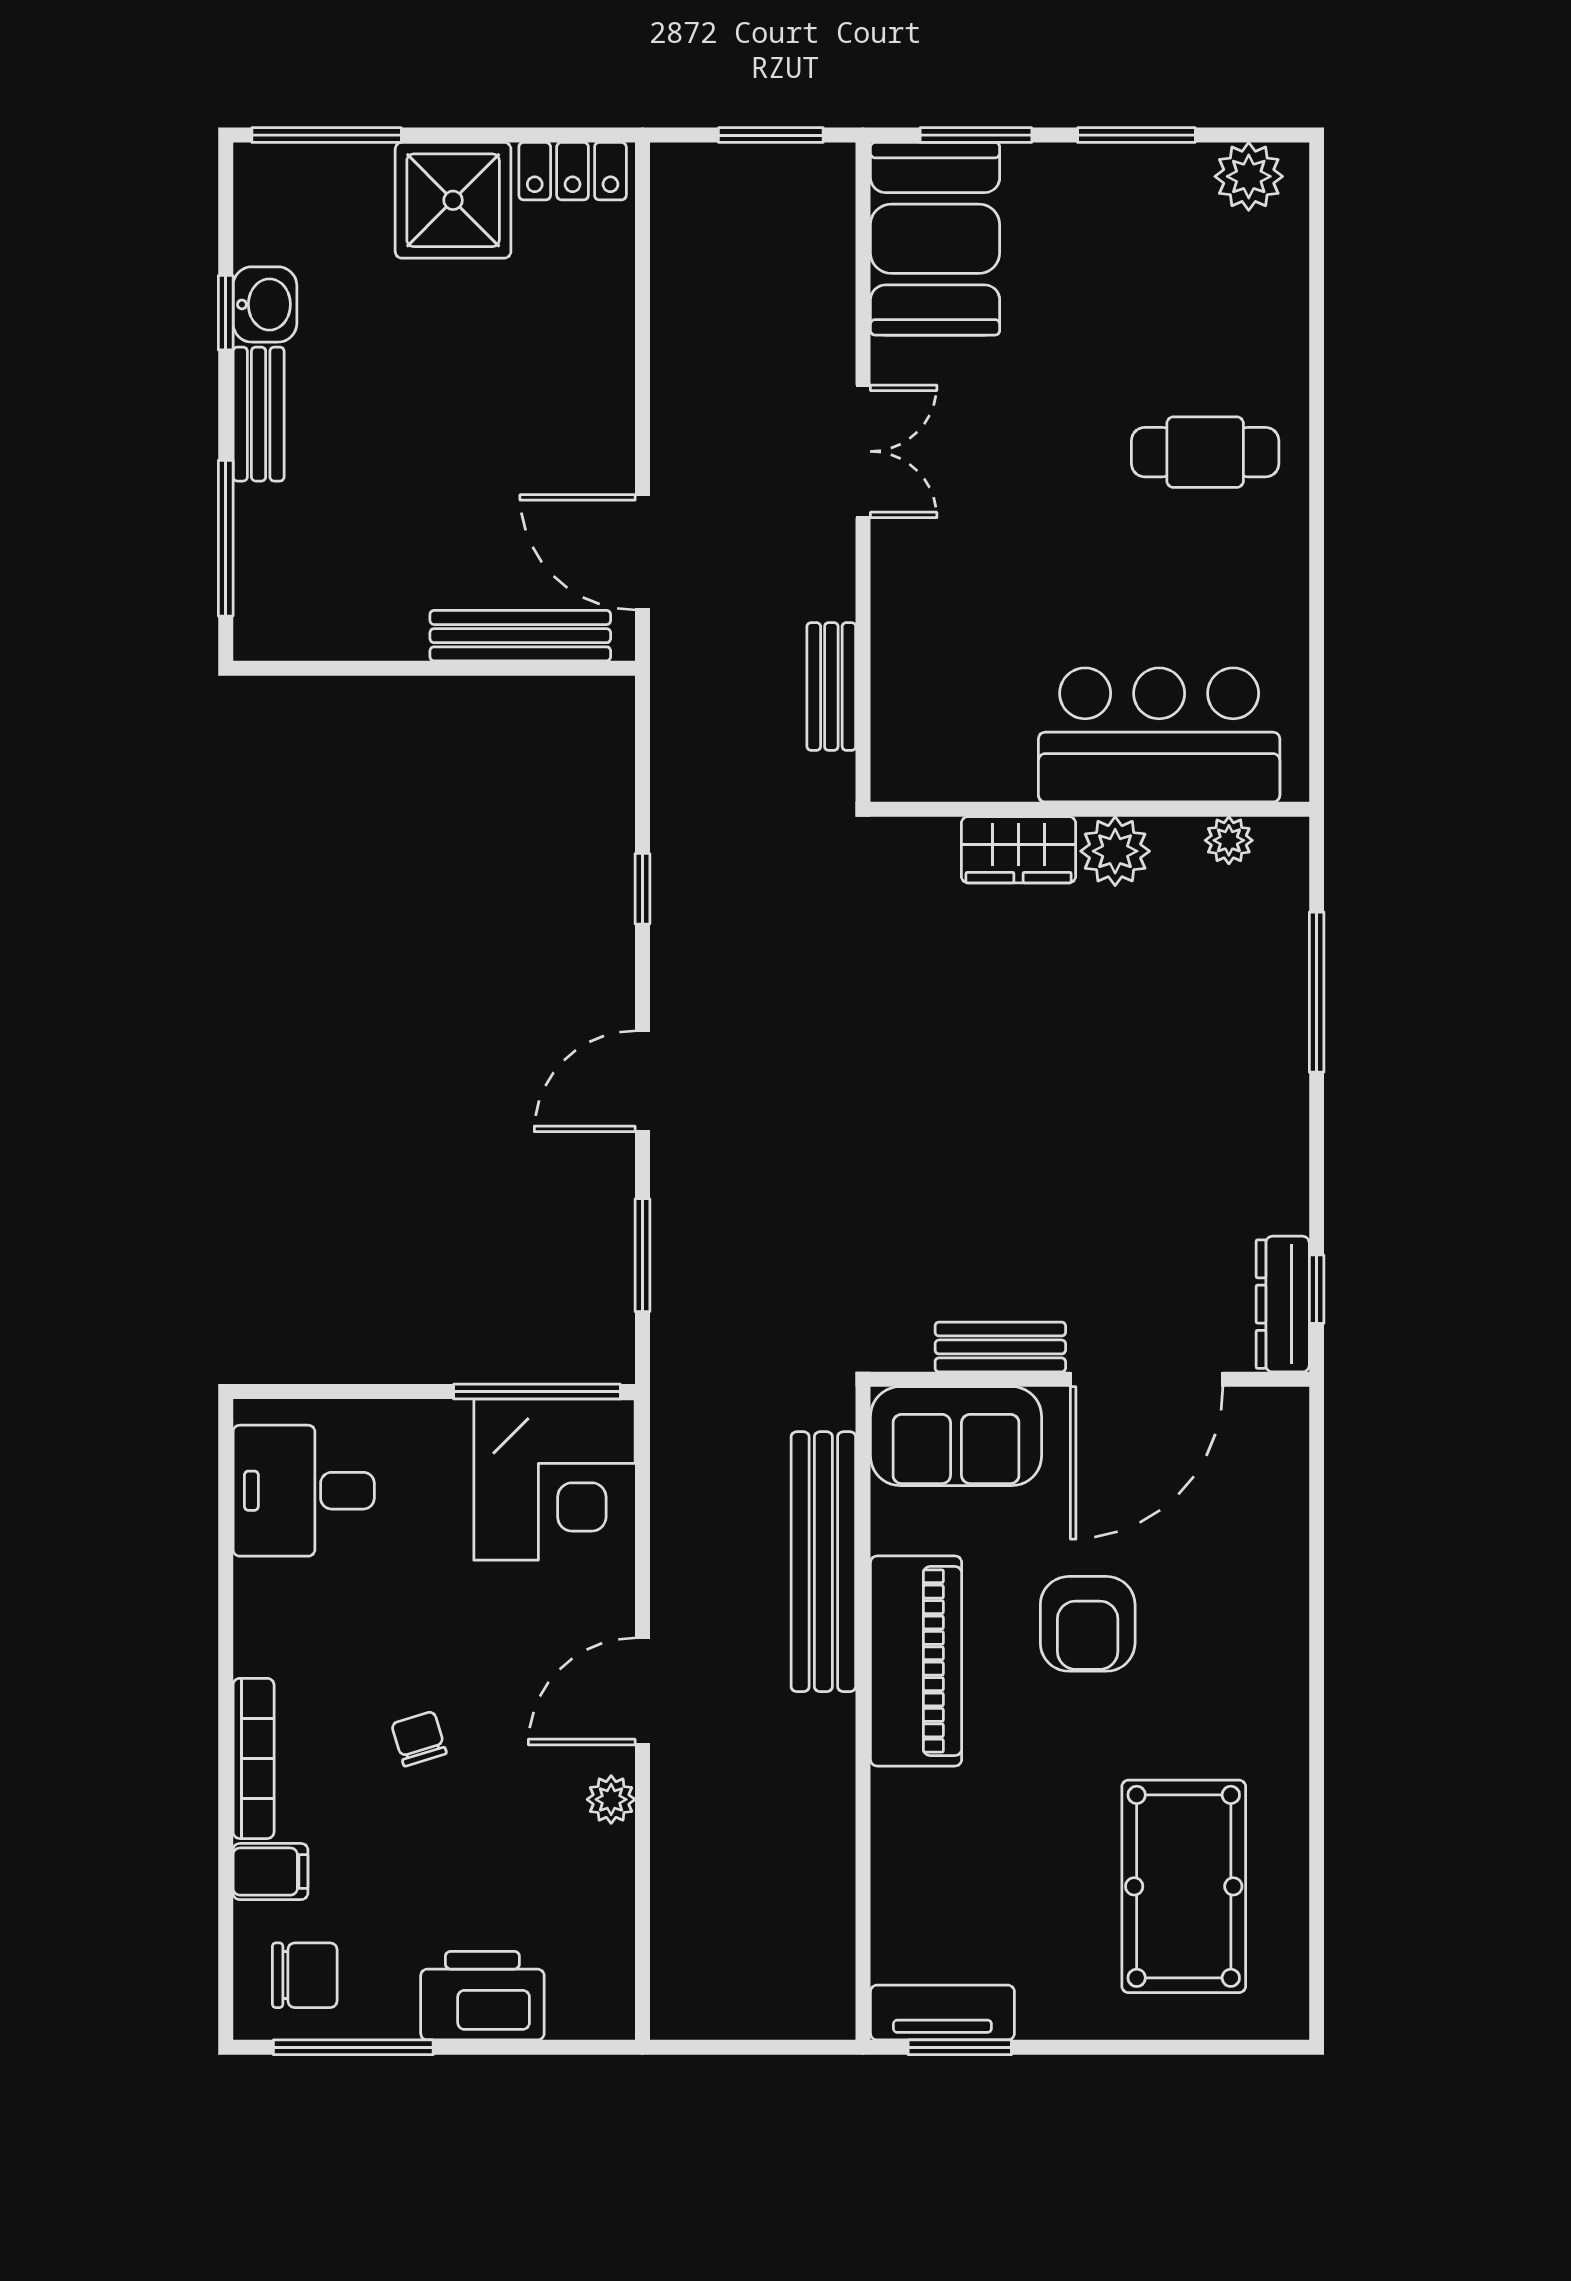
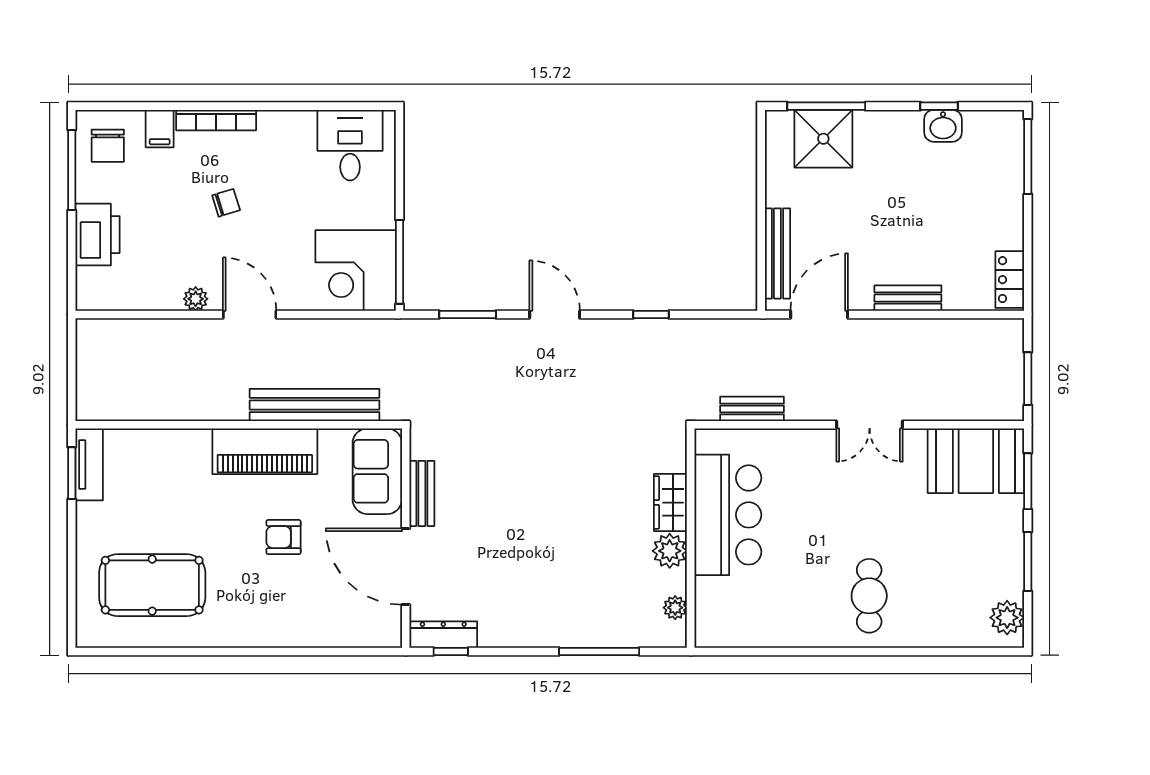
shower: (453, 200) -> (823, 139), moved
bench: (259, 414) -> (908, 298), moved
bar counter: (1159, 735) -> (728, 515), moved
armchair: (1088, 1624) -> (283, 537), width x0.72, depth x0.72

